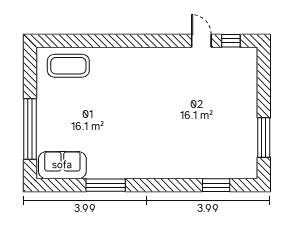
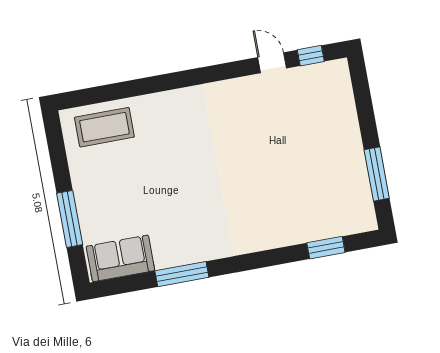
window: (30, 129) -> (70, 219), width x0.68

